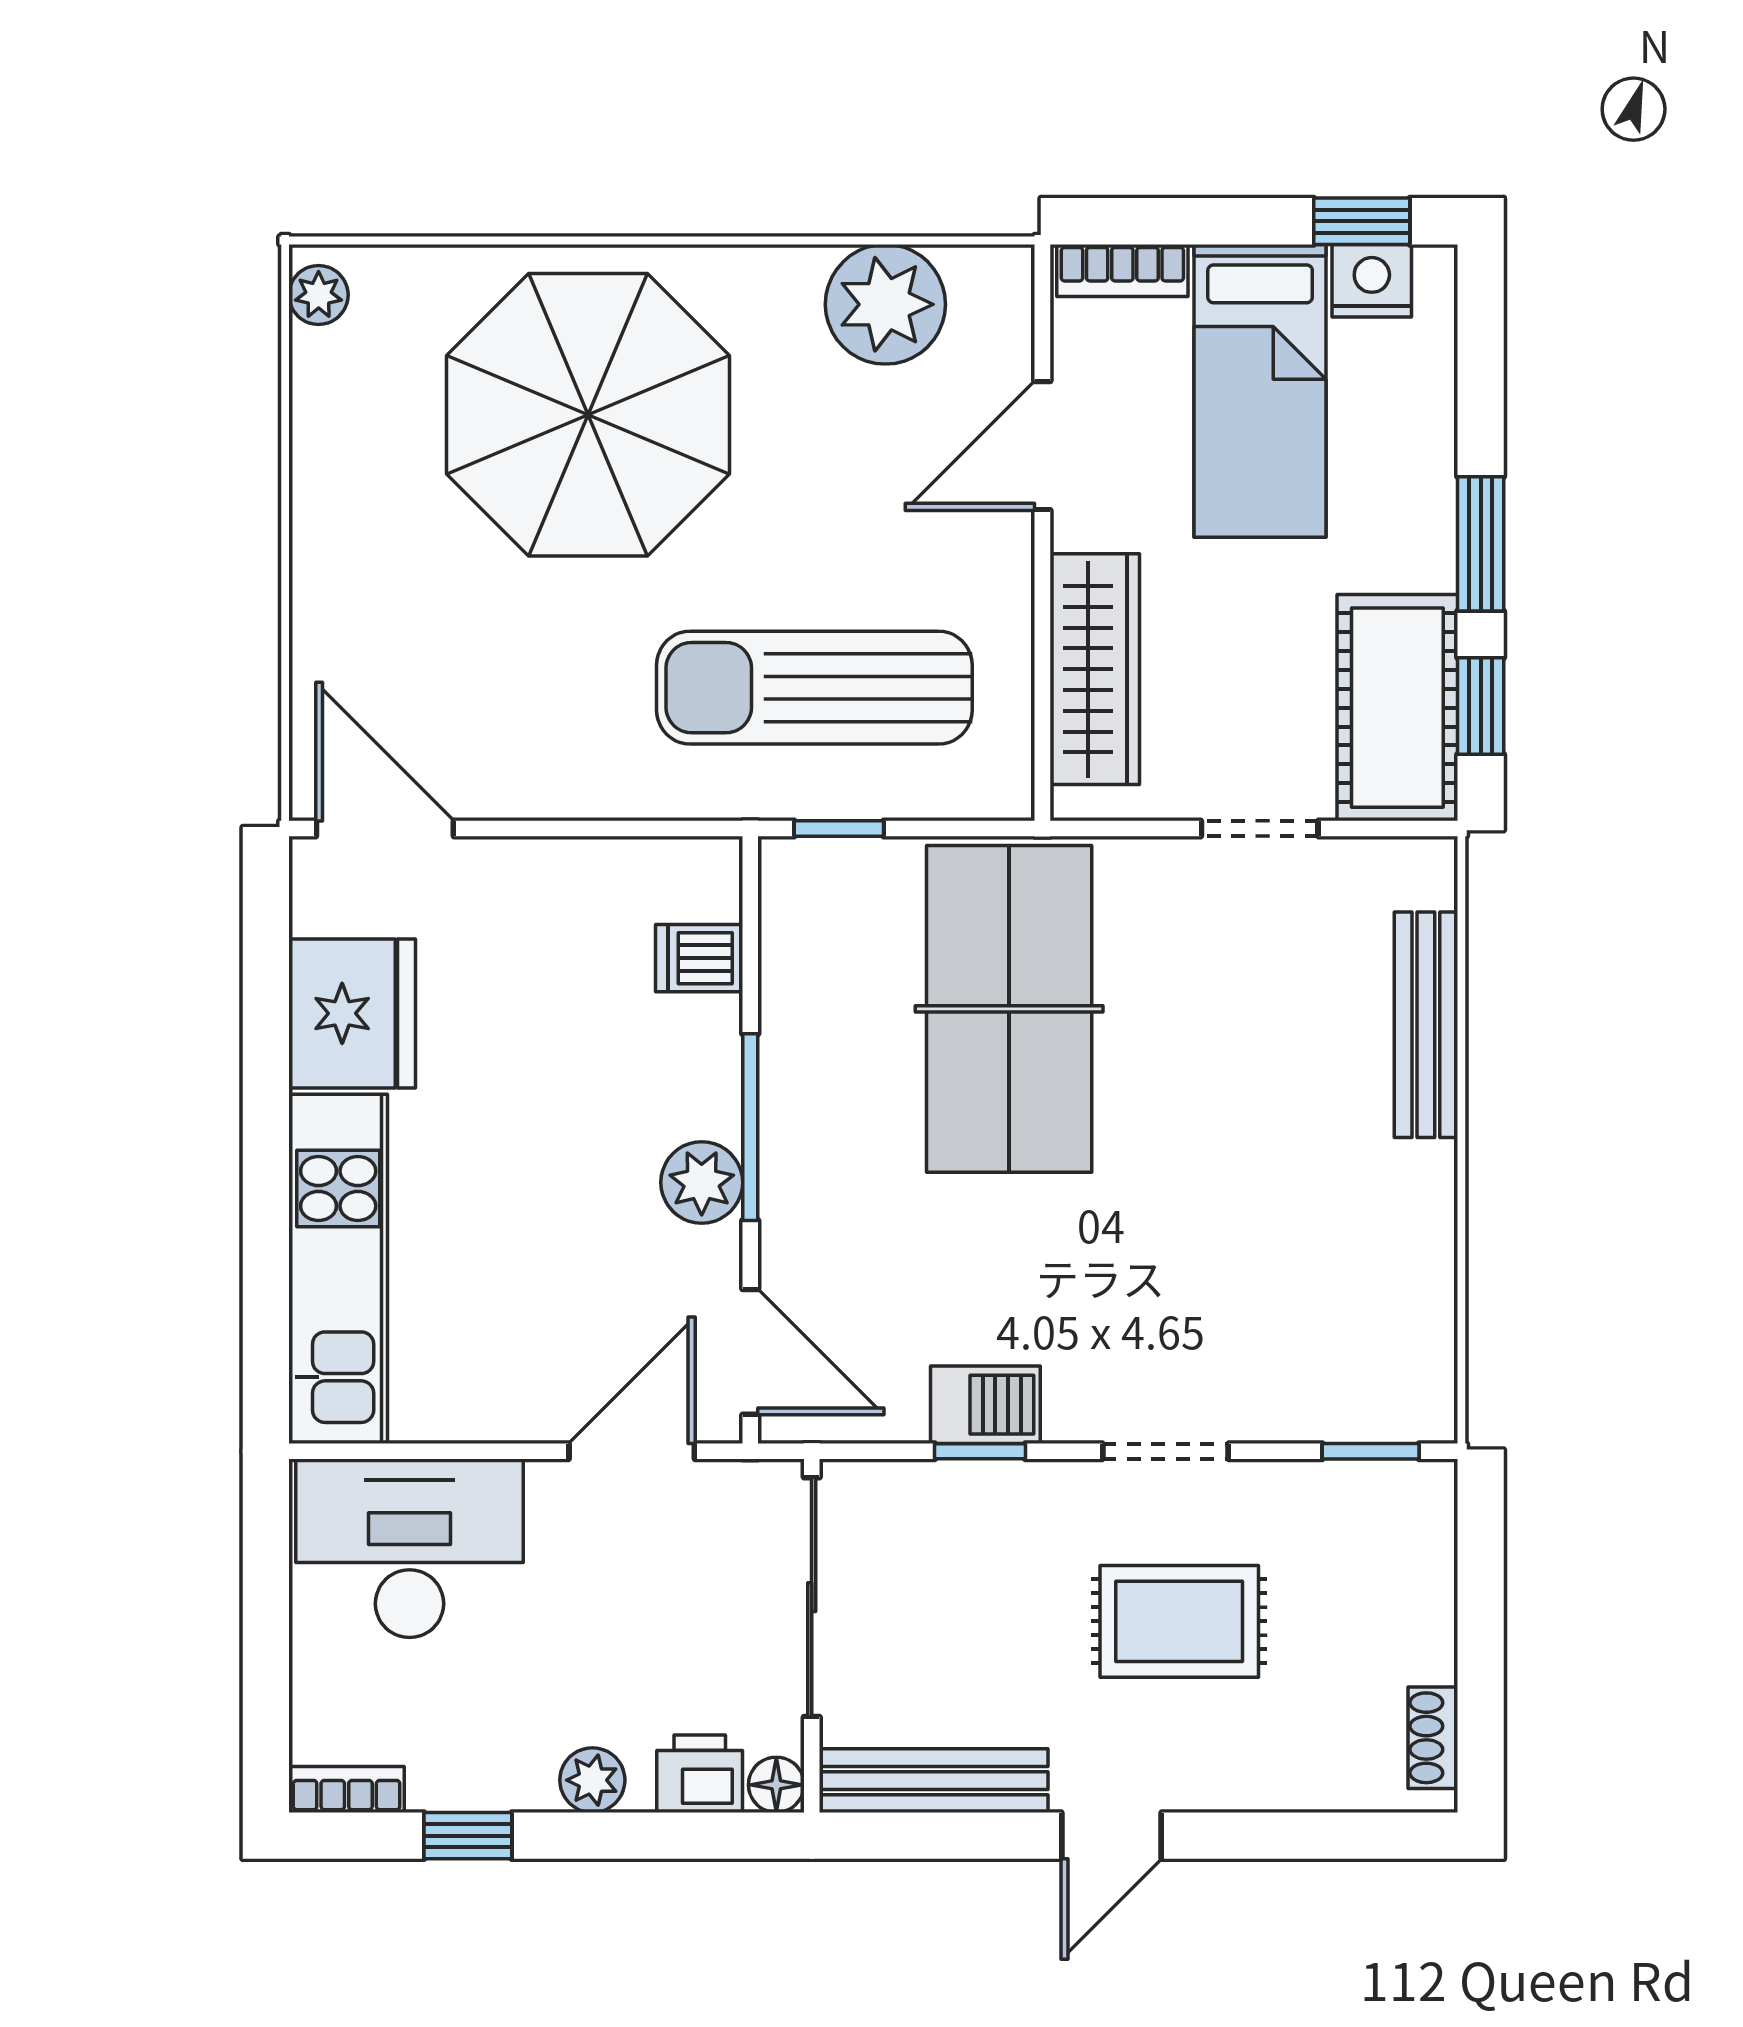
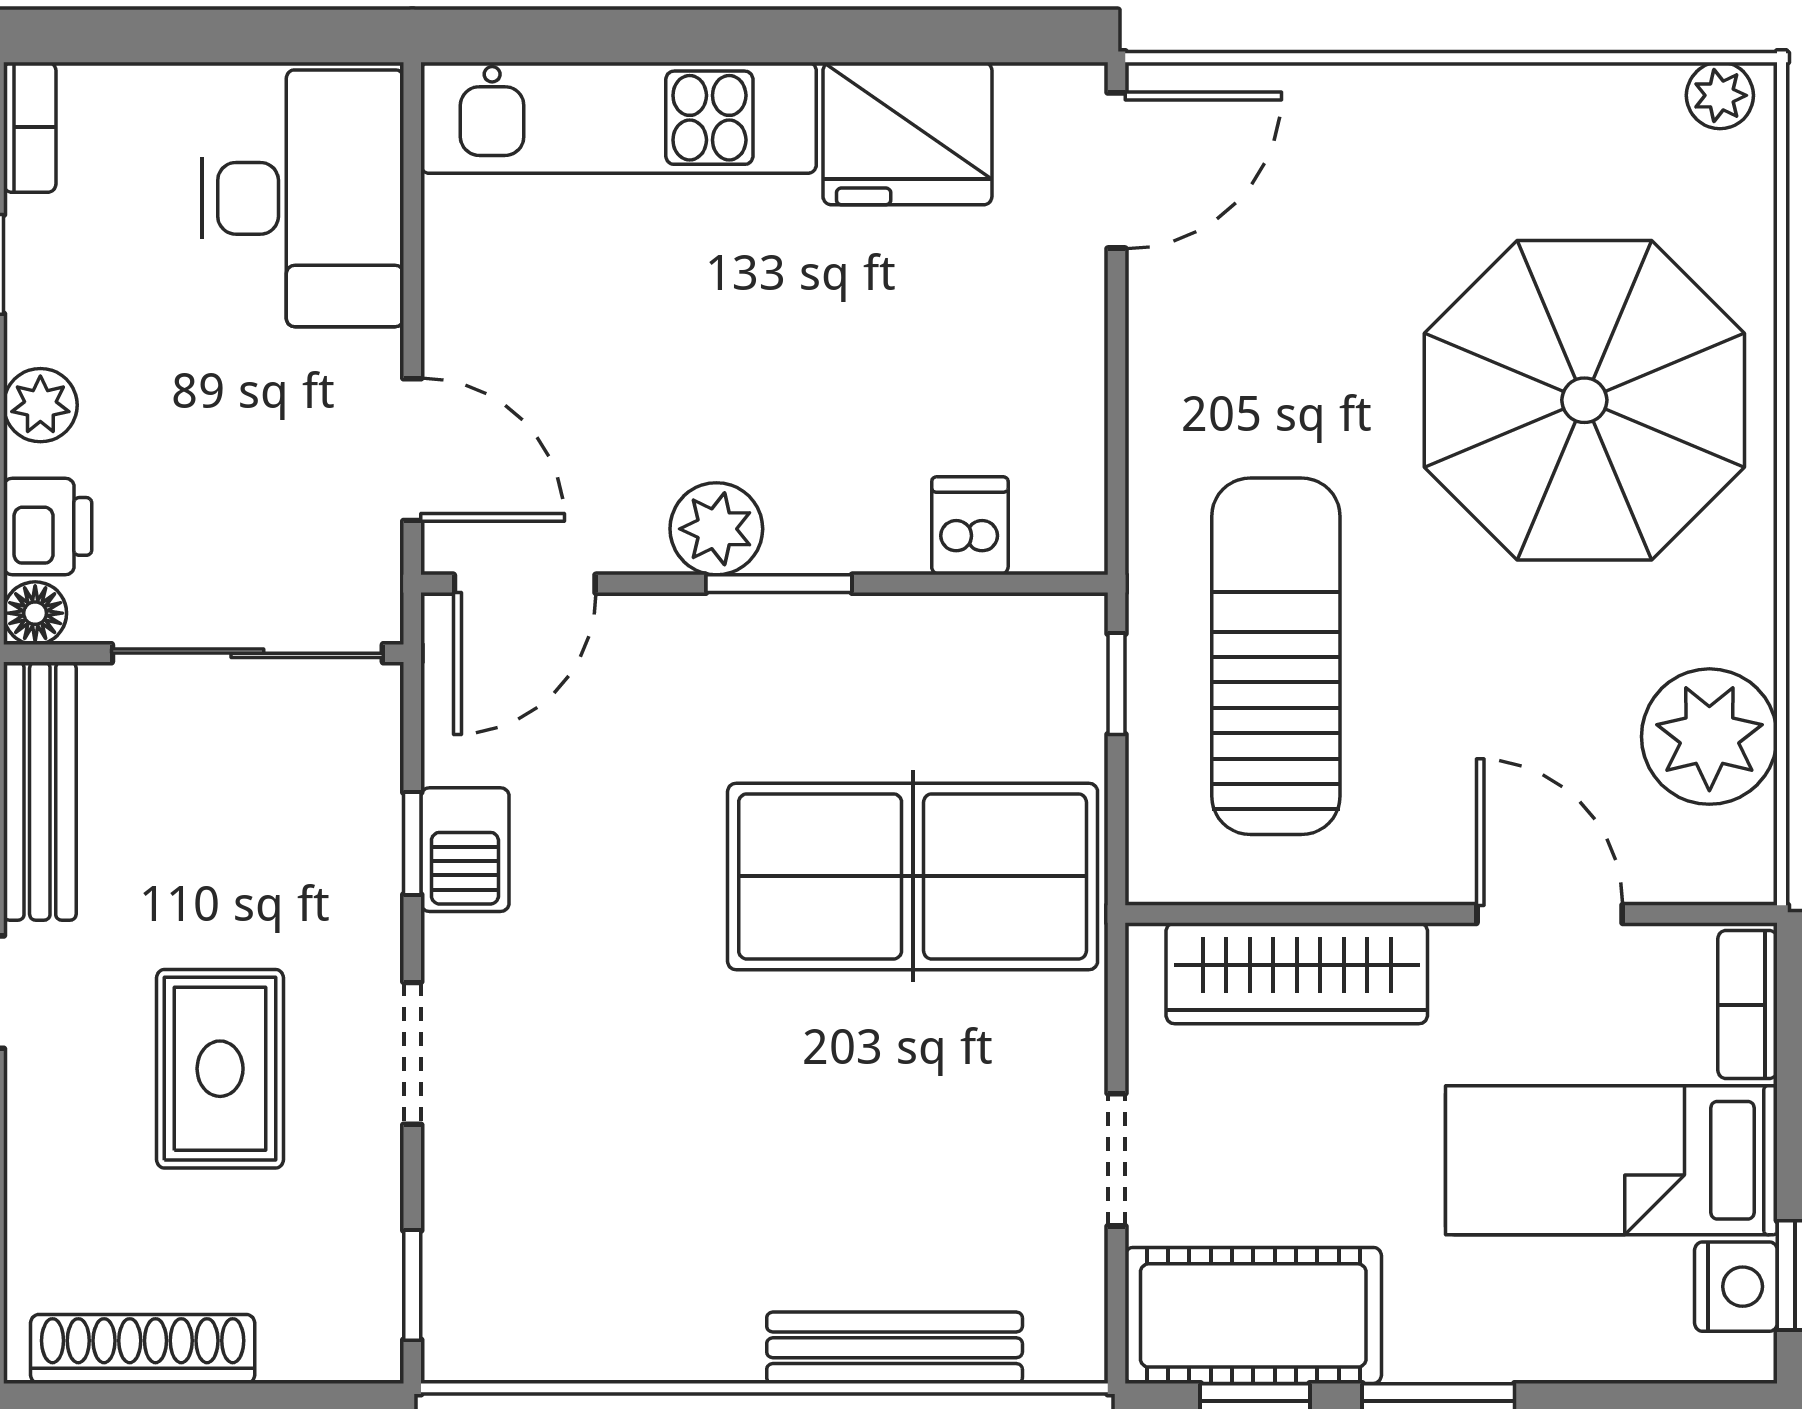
window: (750, 1127) -> (779, 584), width x0.69
shoe rack: (1433, 1738) -> (143, 1349), width x1.94, depth x1.24

